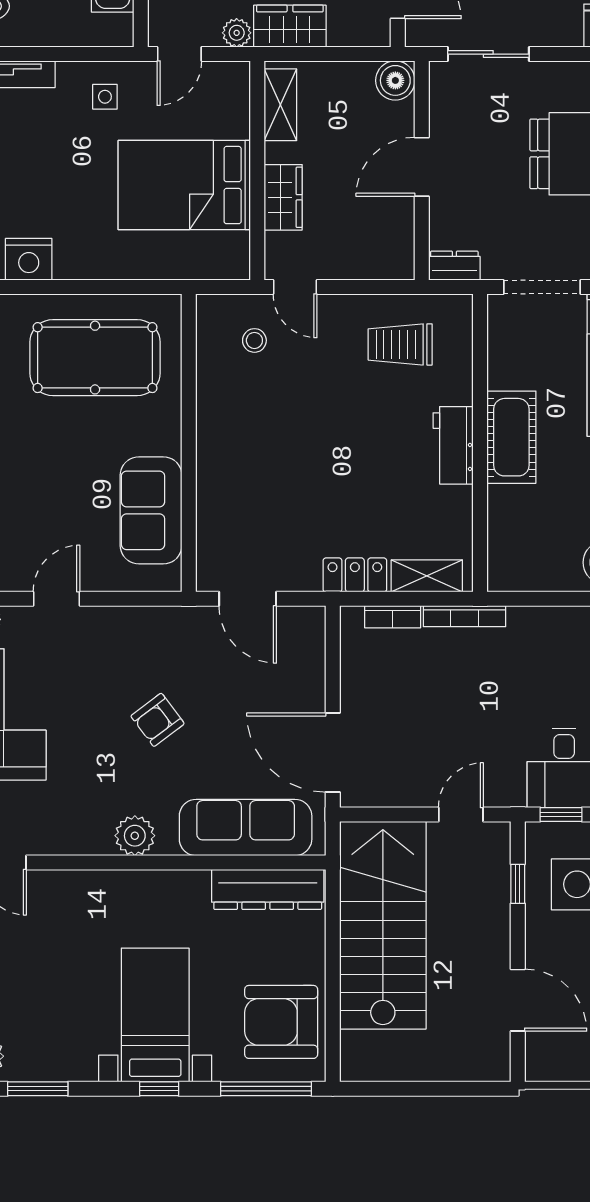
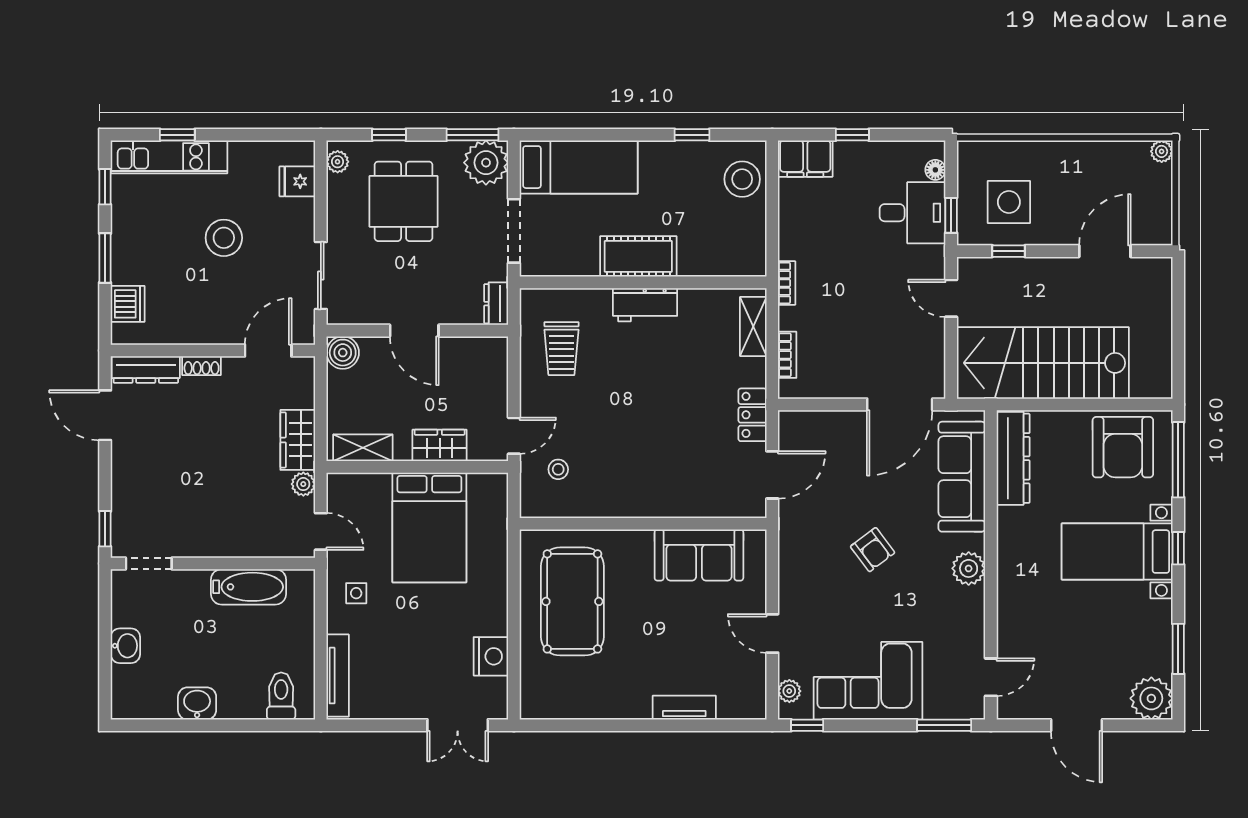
locker: (355, 575) -> (752, 415), moved
bookcase: (464, 616) -> (787, 283), width x0.64

